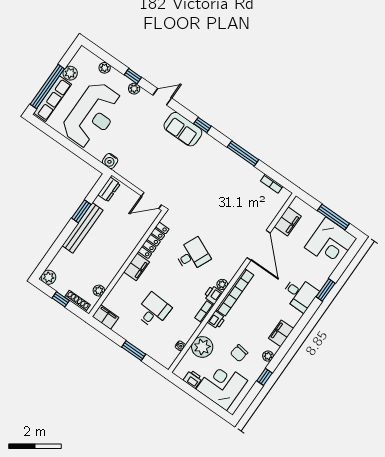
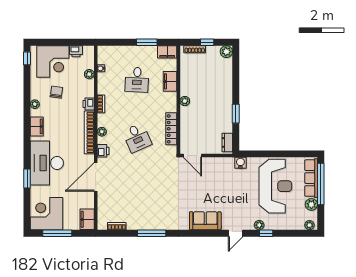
plant: (105, 68) -> (309, 225), moved
reception desk: (92, 115) -> (275, 186), turned 180
window: (202, 125) -> (194, 233), removed
door: (151, 200) -> (192, 156), swing flipped
filing cabinet: (288, 221) -> (87, 219), moved
bench: (82, 228) -> (227, 103), removed
door: (259, 245) -> (96, 177), hinge flipped
desk: (192, 255) -> (137, 138), turned -48
filing cabinet: (137, 267) -> (170, 81), moved
plant: (99, 291) -> (185, 101), moved
desk: (300, 294) -> (47, 163), width x1.87, depth x1.30
printer: (213, 295) -> (103, 151), moved
plant: (202, 347) -> (89, 74), width x0.53, depth x0.53
window: (134, 351) -> (147, 42), moved
window: (265, 377) -> (27, 58), moved

